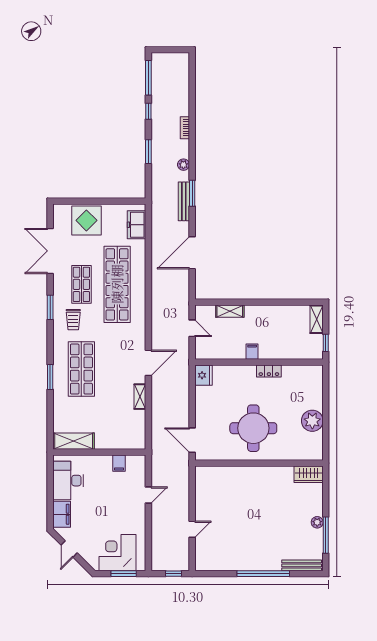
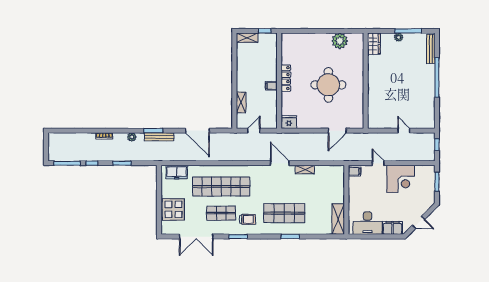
locker: (269, 371) -> (286, 78), width x1.53
plant: (312, 421) -> (340, 41), moved
filing cabinet: (119, 463) -> (355, 171), moved
wall: (259, 463) -> (366, 81), moved
wardrobe: (309, 474) -> (374, 44), moved
corner desk: (118, 553) -> (401, 179), moved, turned -90

